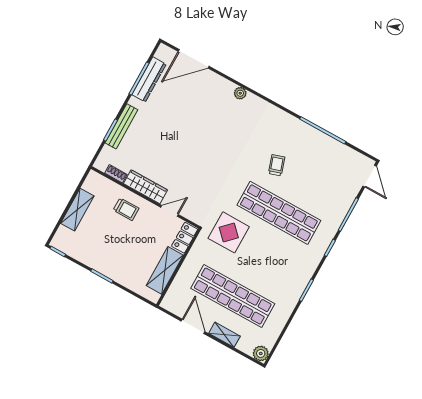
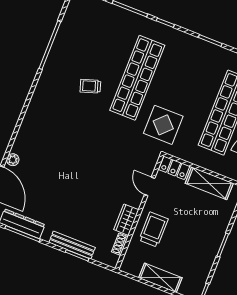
plant: (240, 93) -> (13, 160), moved
wardrobe: (146, 187) -> (126, 220), width x0.67
trolley: (126, 209) -> (154, 230), width x1.36, depth x1.39

